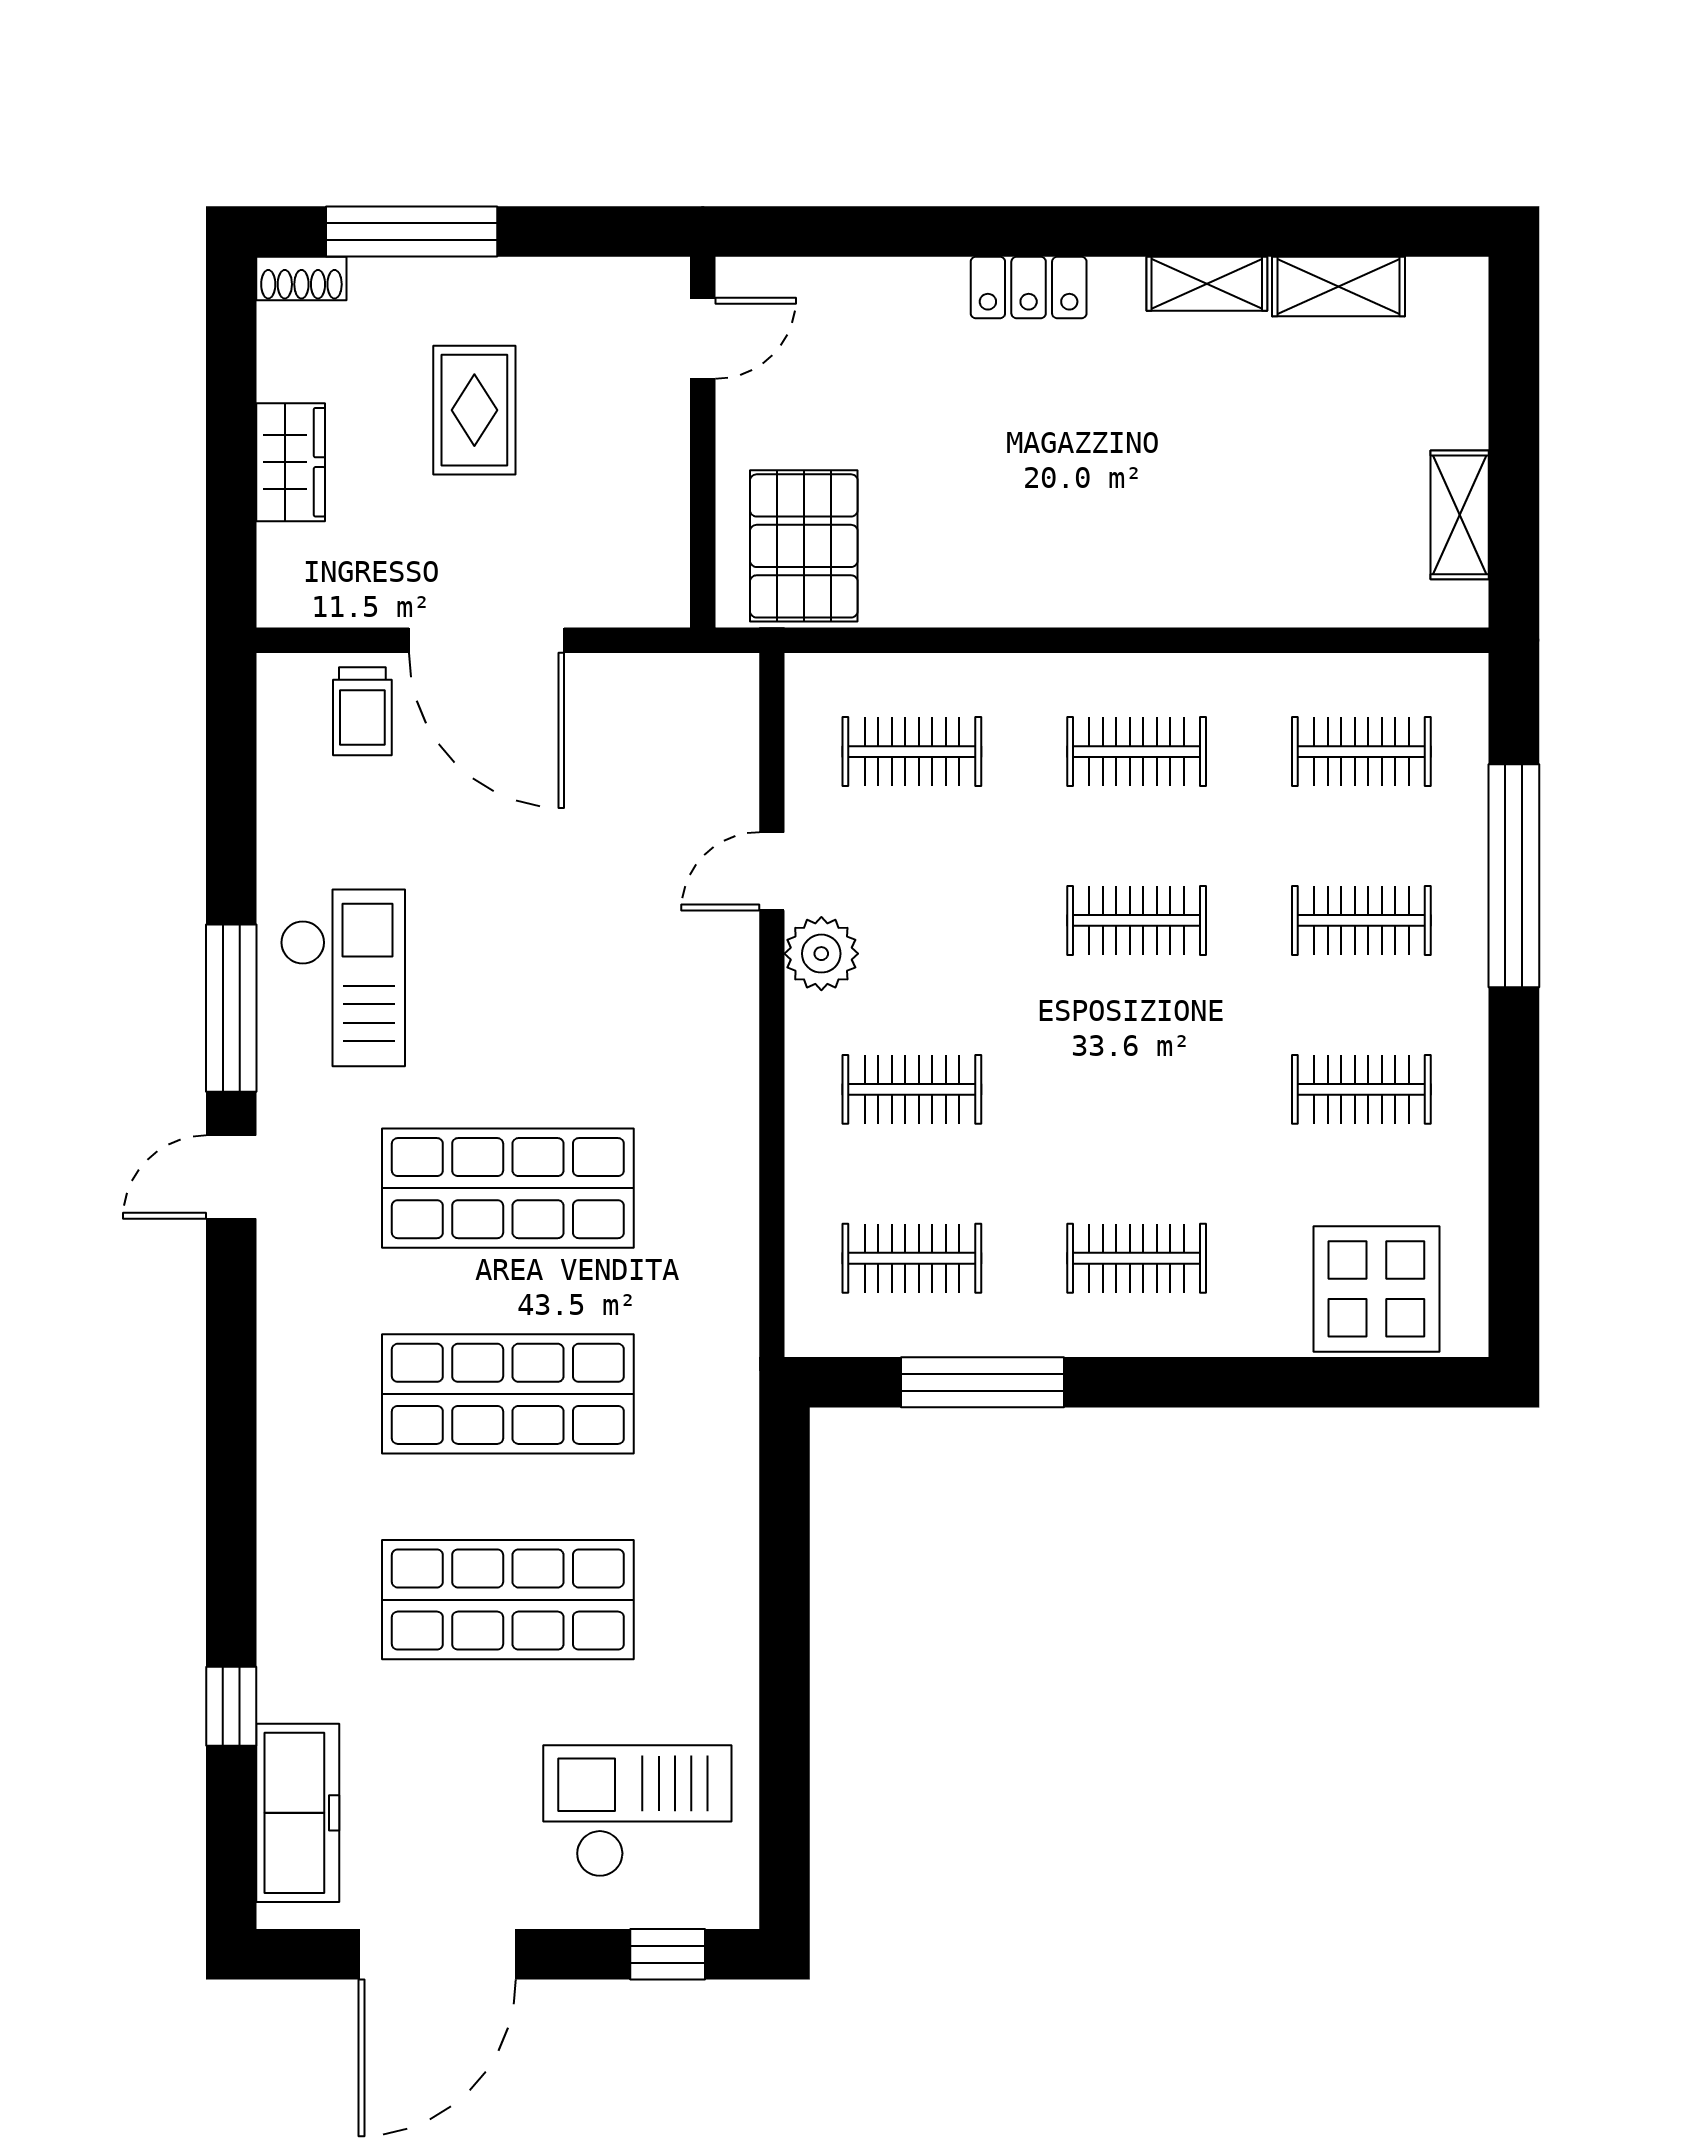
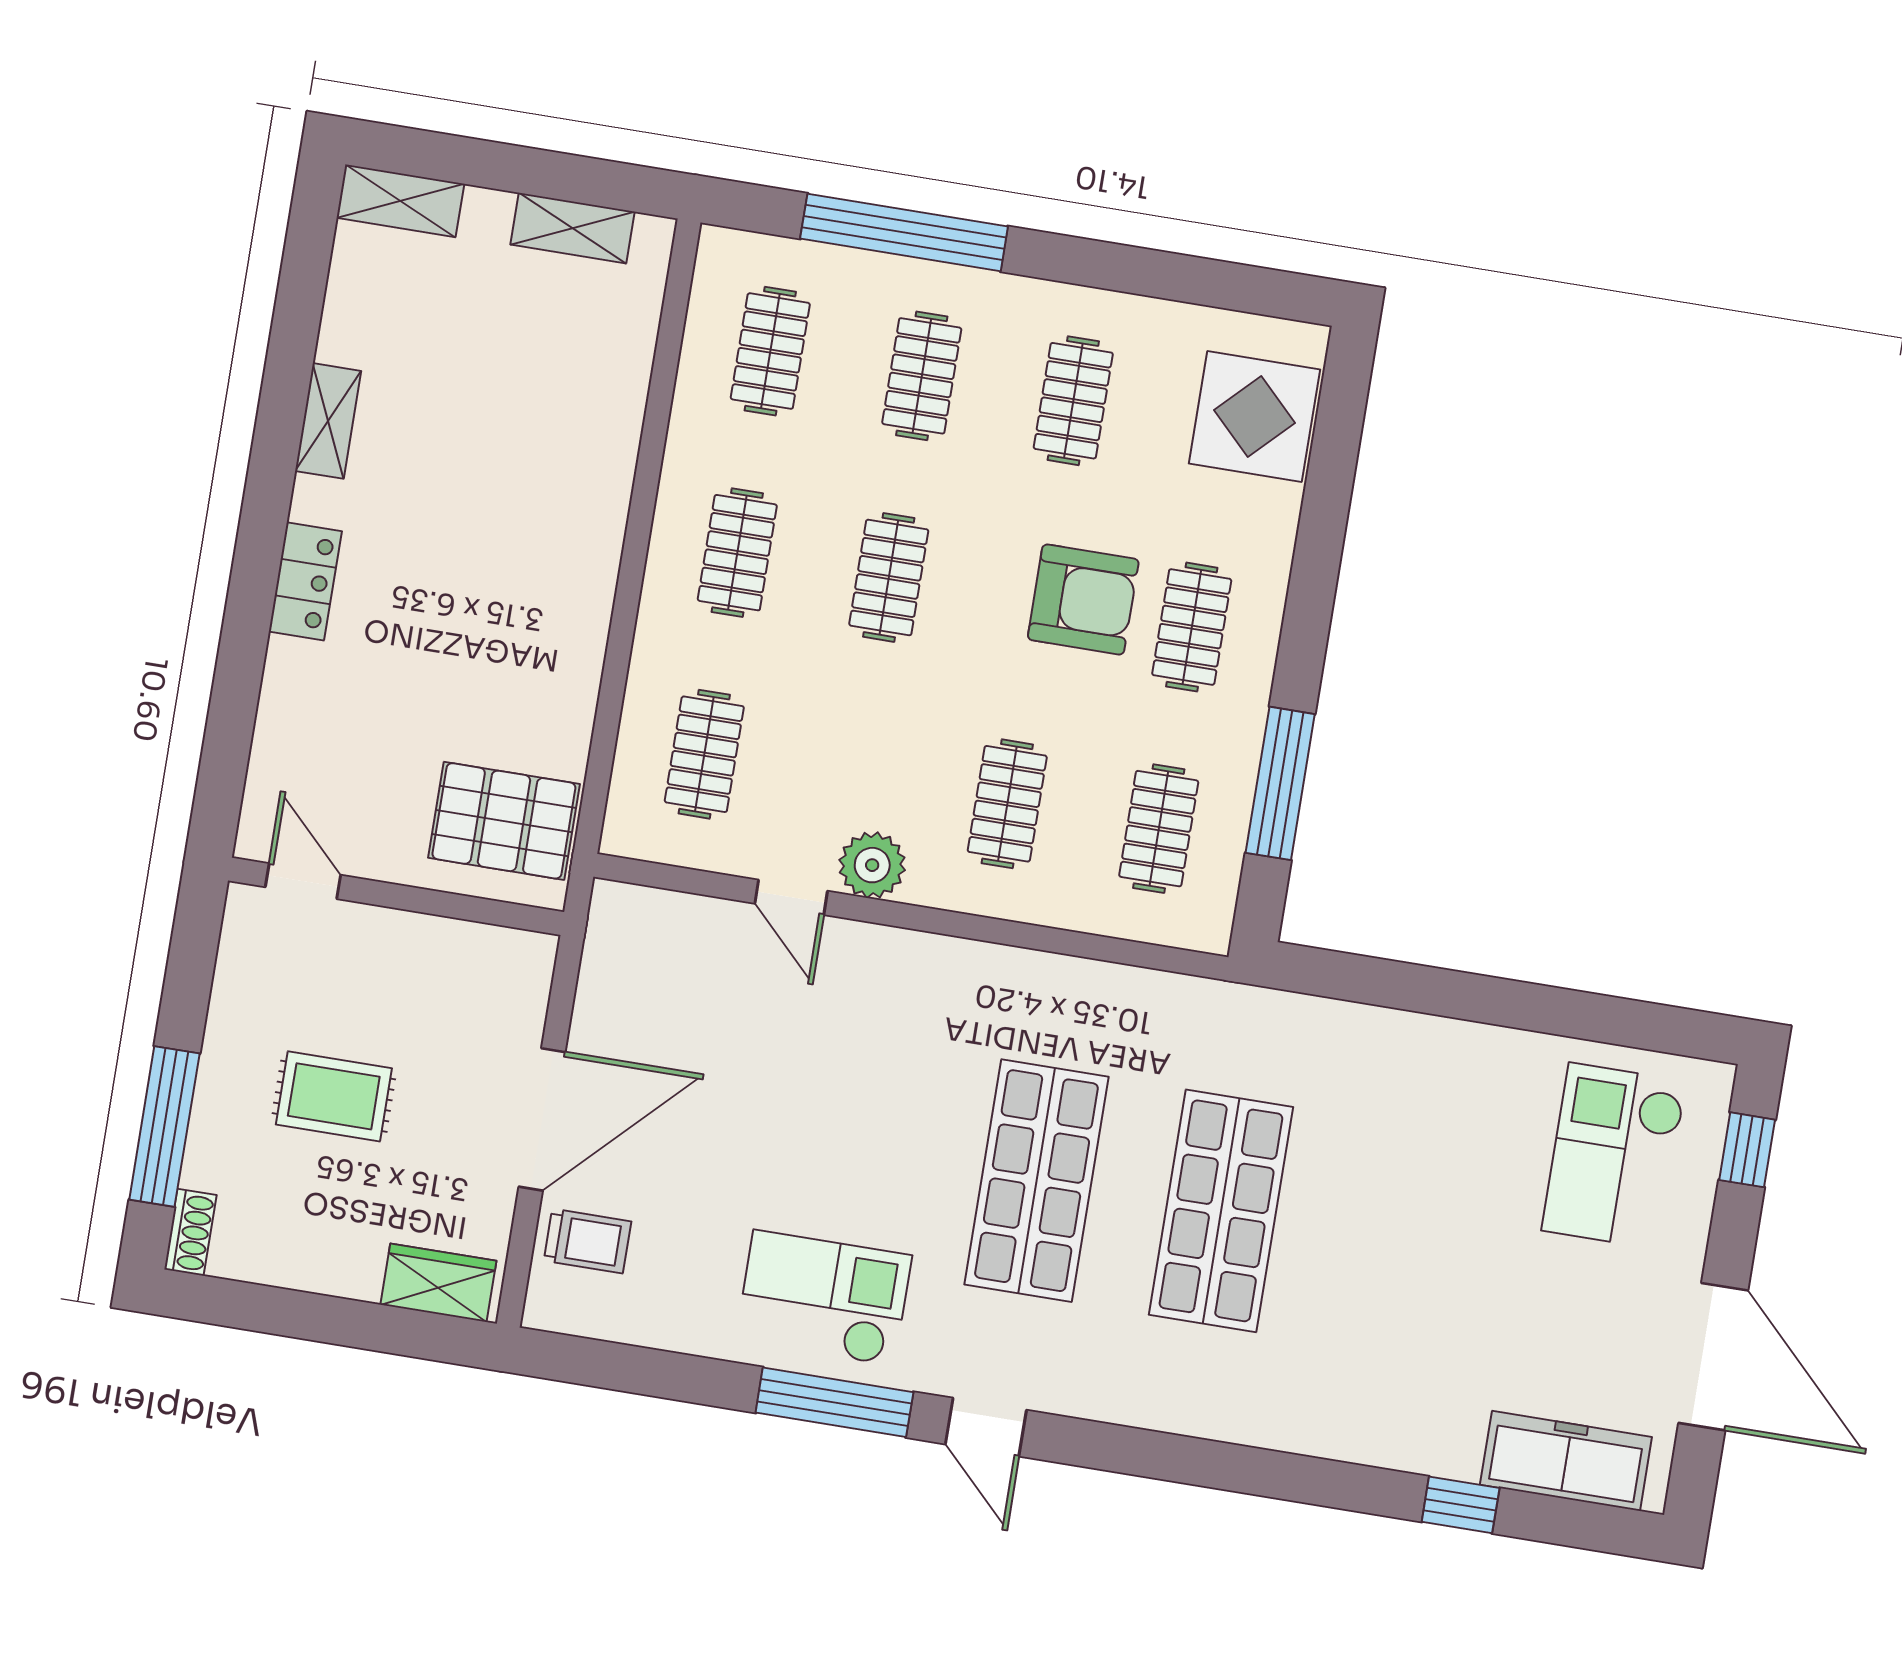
shelving: (1338, 287) -> (400, 201), moved, turned 90
wardrobe: (291, 462) -> (438, 1283), moved
armchair: (1147, 1136) -> (1083, 599), added
shop shelf: (508, 1600) -> (1405, 1241), removed

